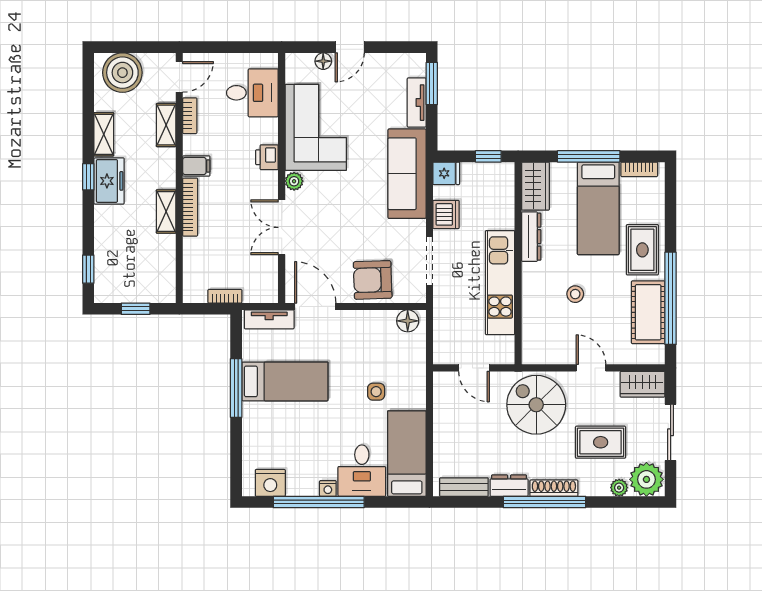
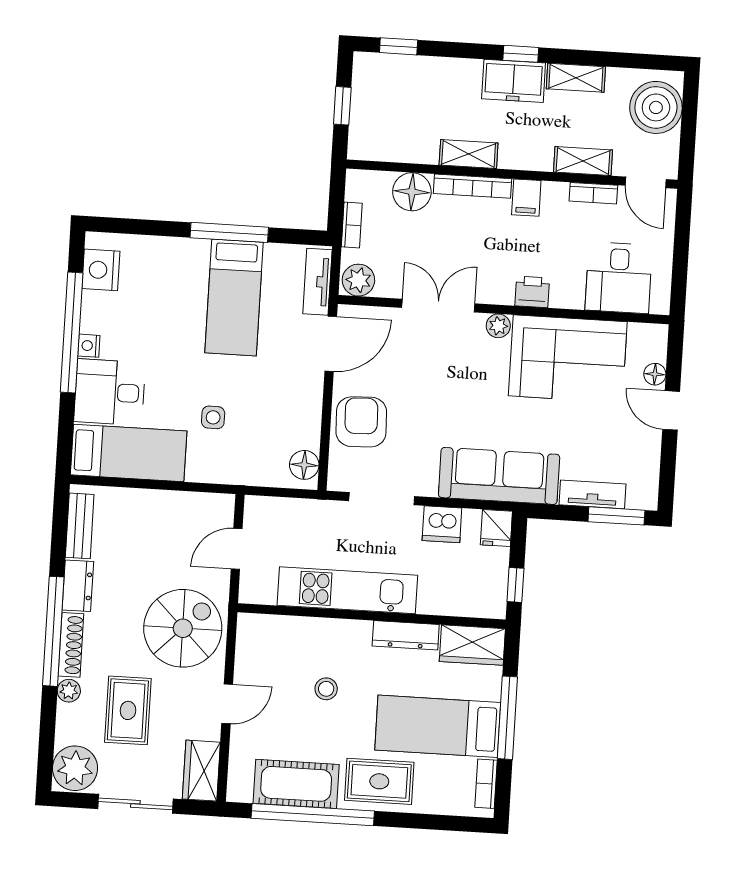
floor lamp: (197, 252) -> (412, 192), added
plant: (266, 289) -> (358, 280), added
plant: (619, 488) -> (69, 691), moved

